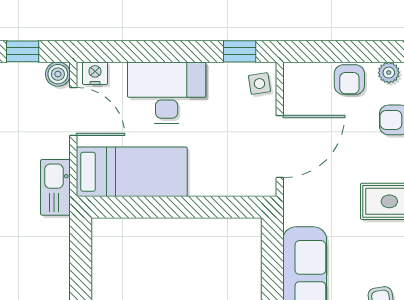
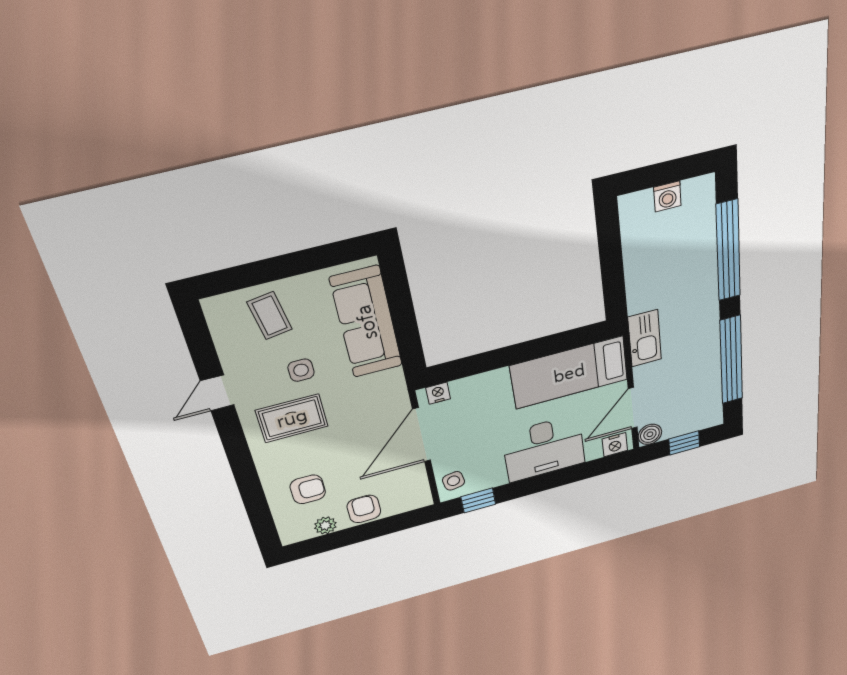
door: (73, 111) -> (633, 408), hinge flipped
nightstand: (257, 187) -> (438, 393), added
side table: (370, 248) -> (301, 370), added

